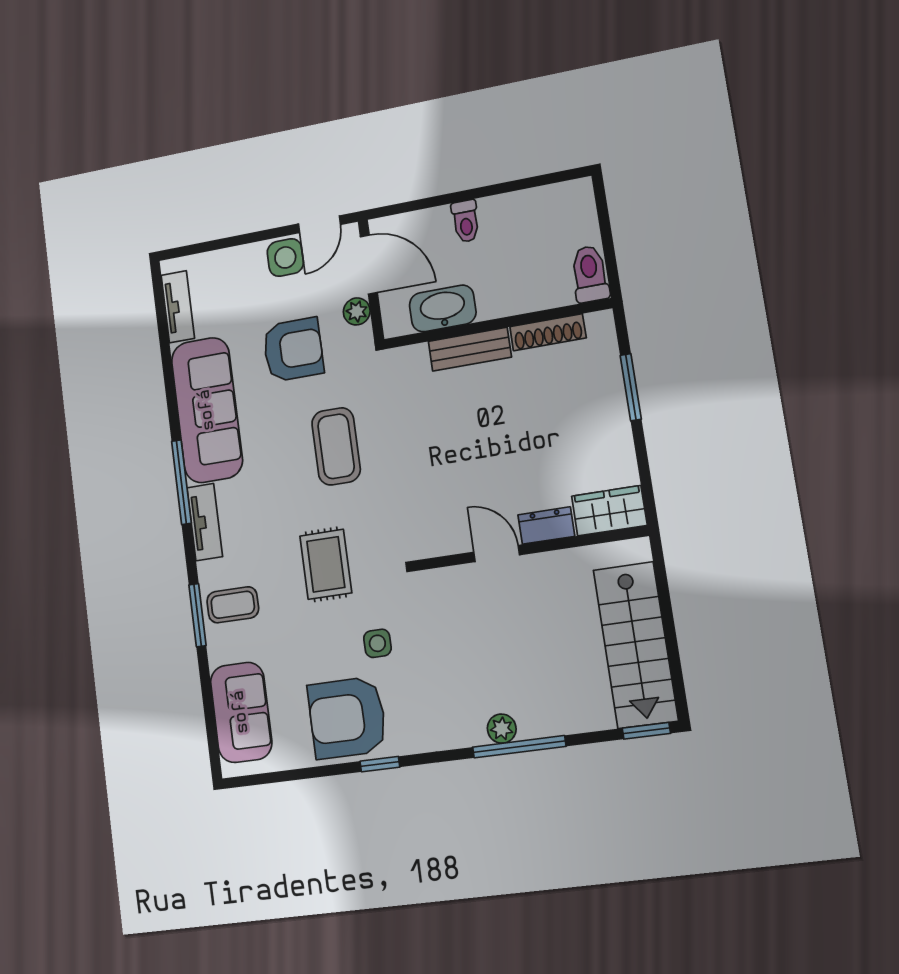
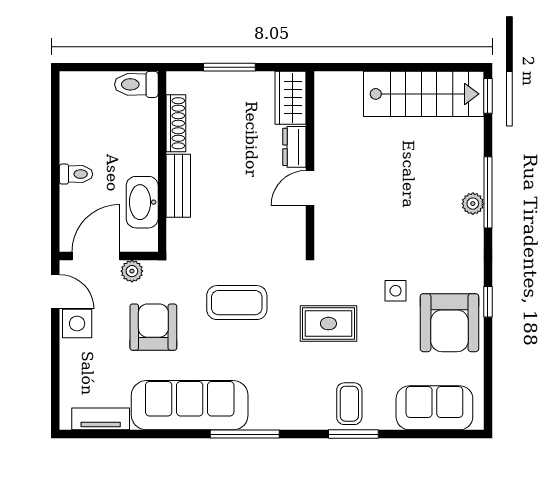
wardrobe: (609, 511) -> (290, 98), moved
tv unit: (205, 522) -> (280, 418), removed
dresser: (546, 526) -> (294, 147), moved
wall: (530, 548) -> (310, 162), moved
door: (497, 553) -> (310, 188), moved

